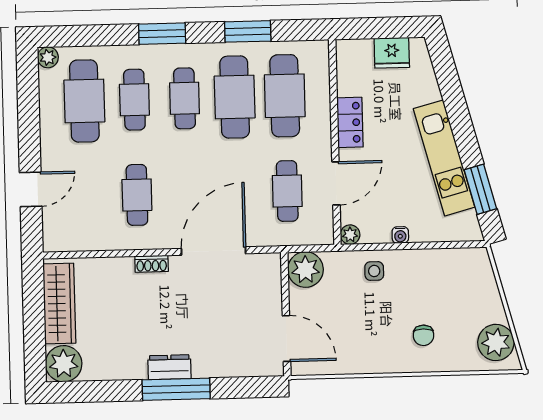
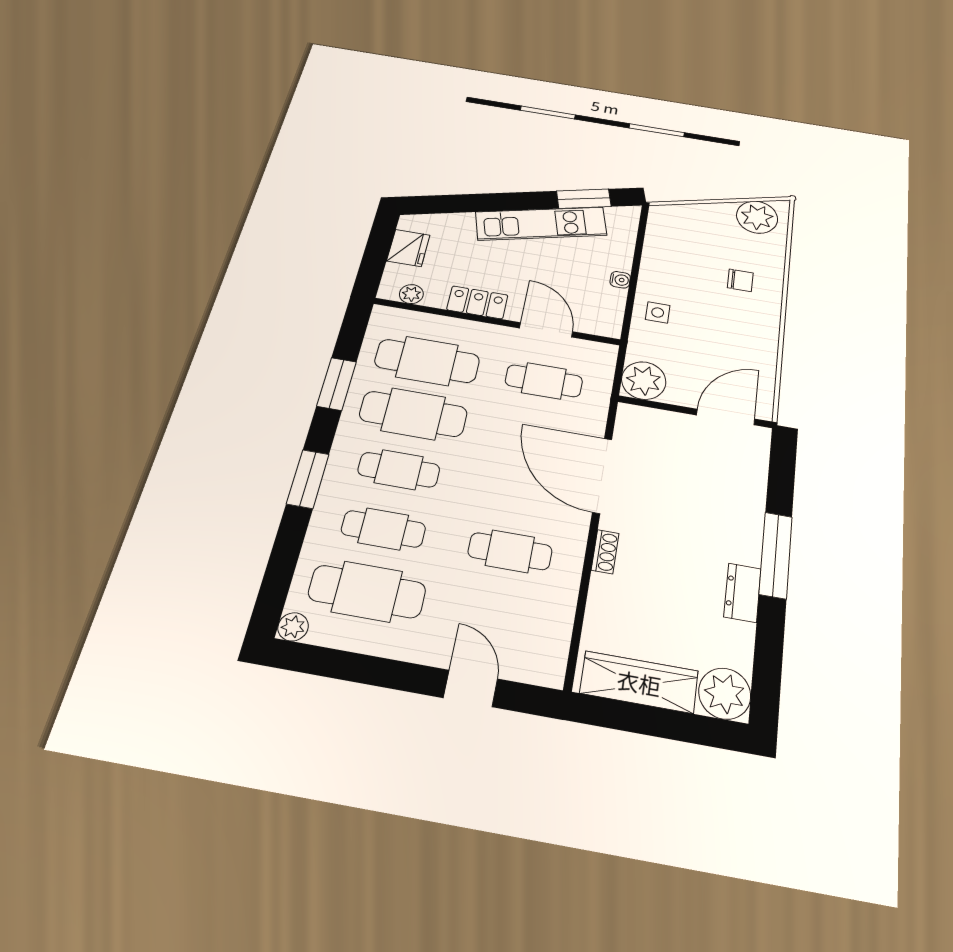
plant: (350, 235) -> (411, 294), moved
dresser: (169, 367) -> (742, 593), moved

